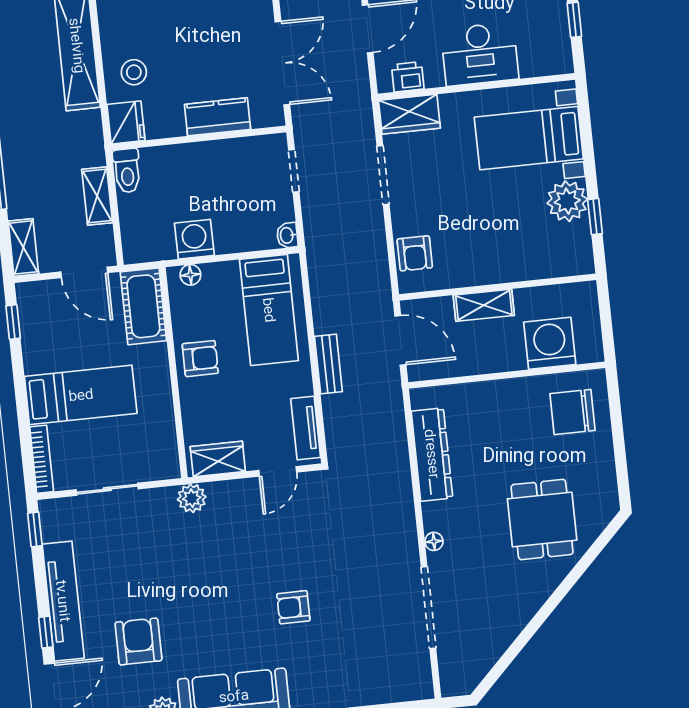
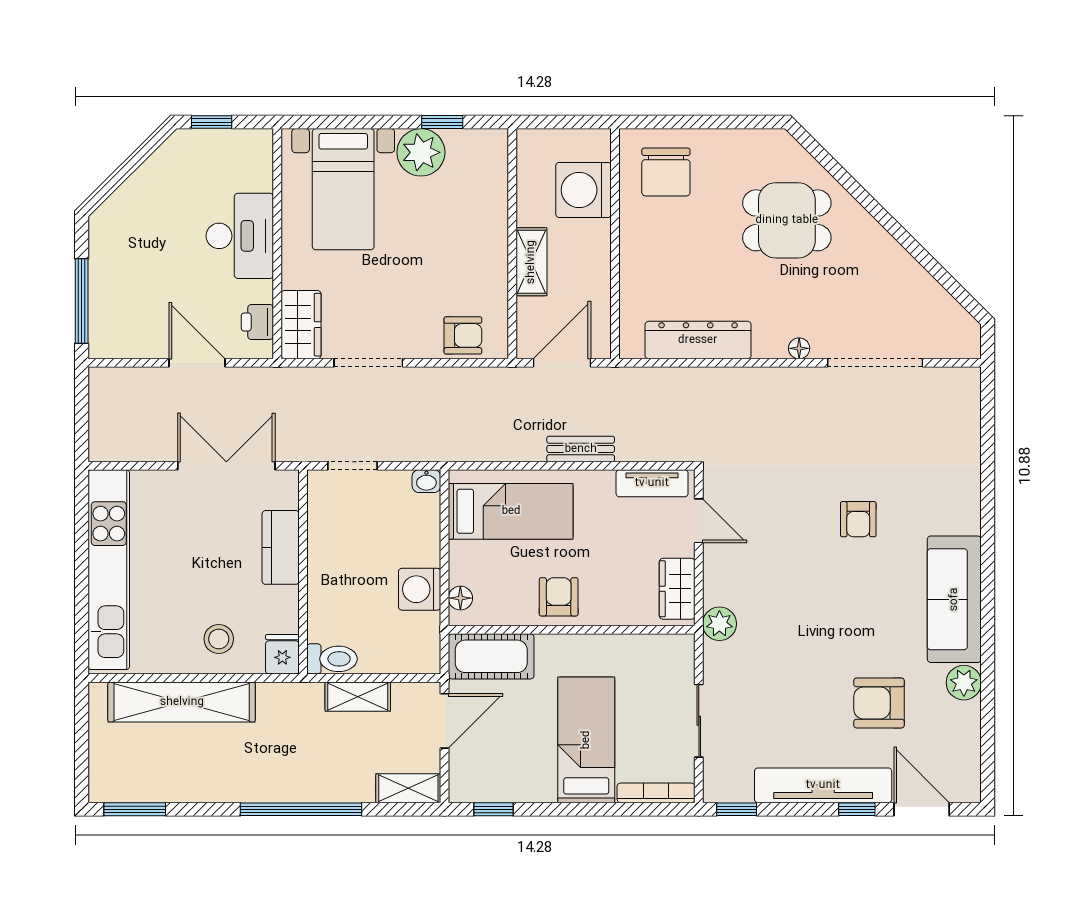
fridge: (126, 122) -> (282, 654), width x0.72

